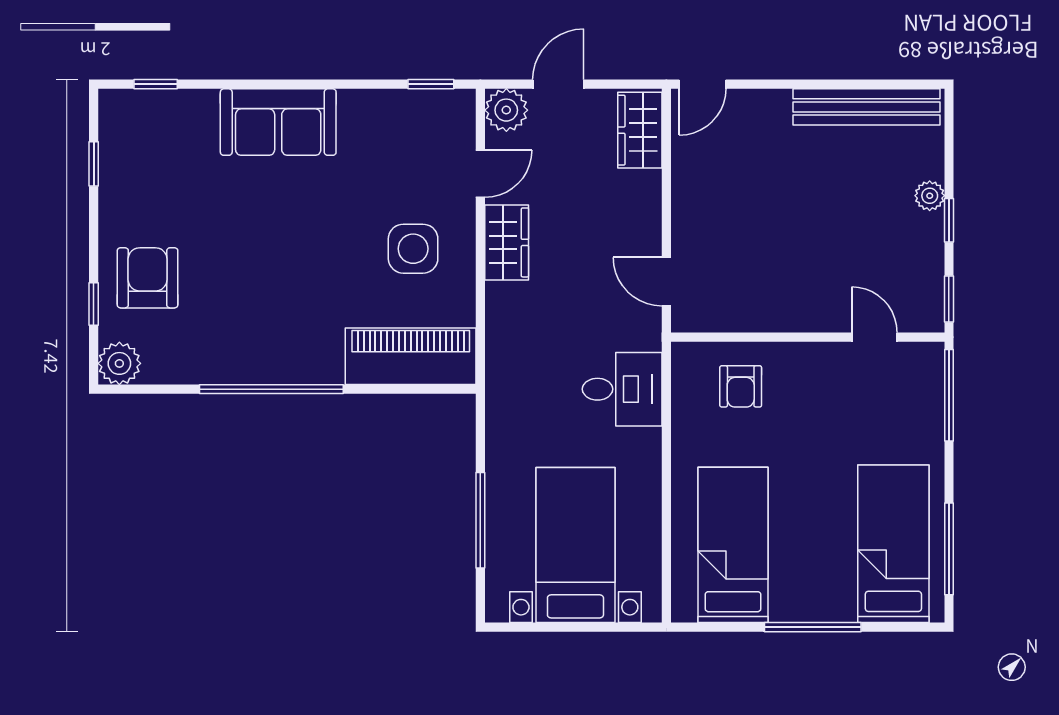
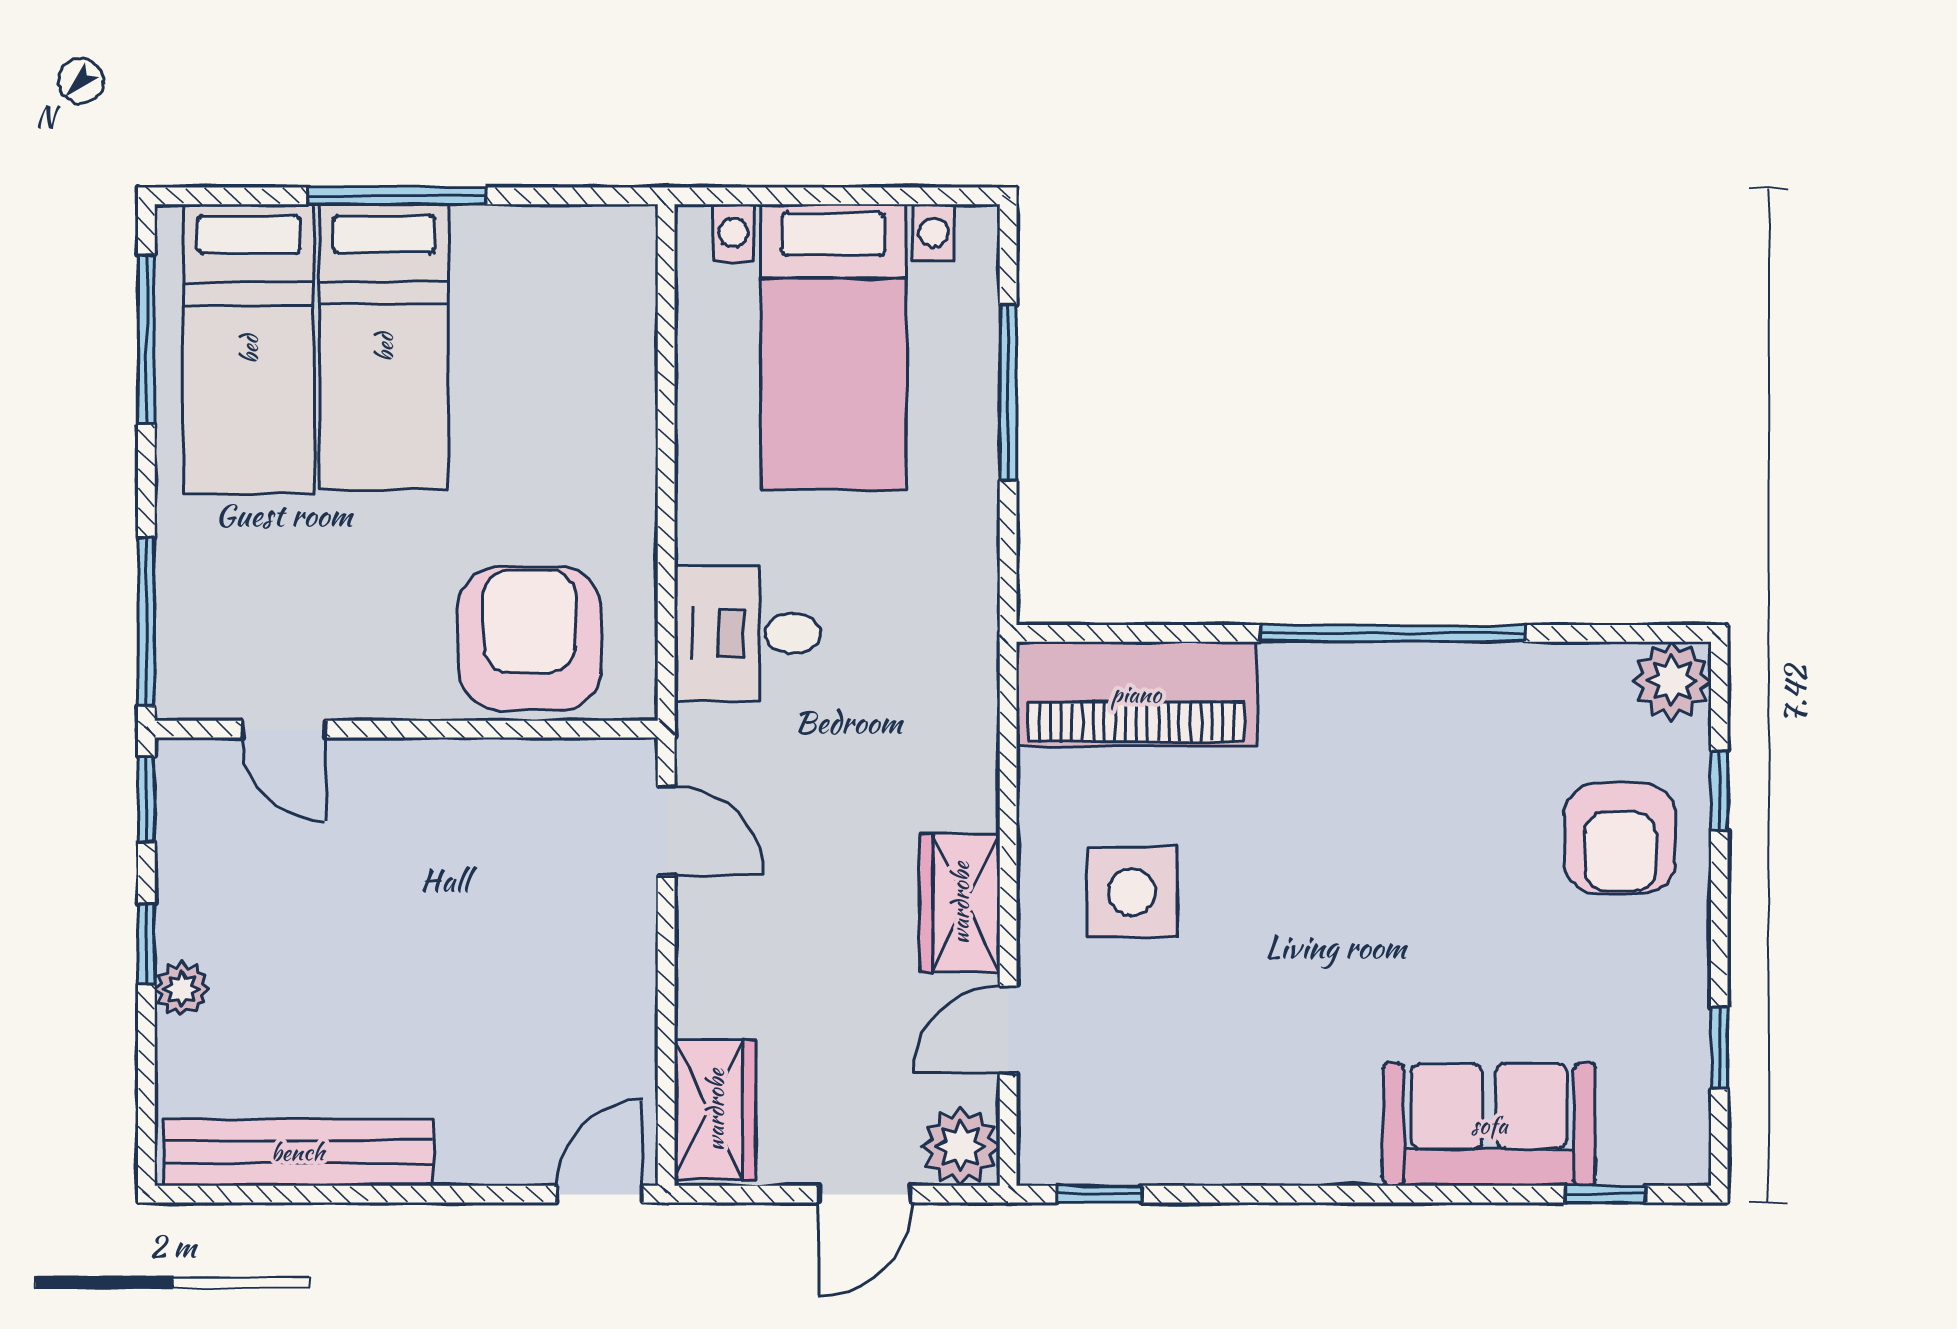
sofa: (278, 122) -> (1489, 1125), moved
armchair: (741, 386) -> (529, 639), width x1.88, depth x1.88
bed: (733, 545) -> (384, 347), moved

